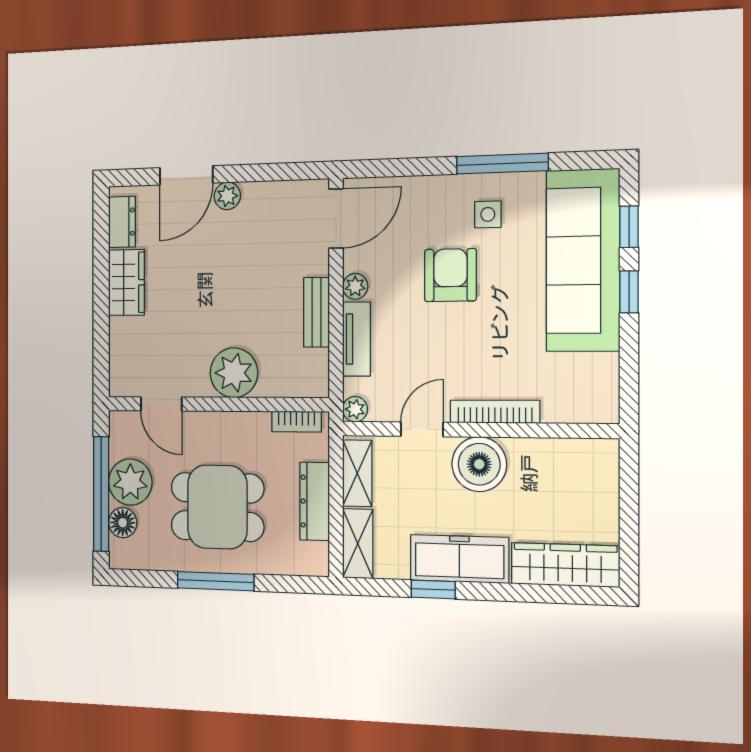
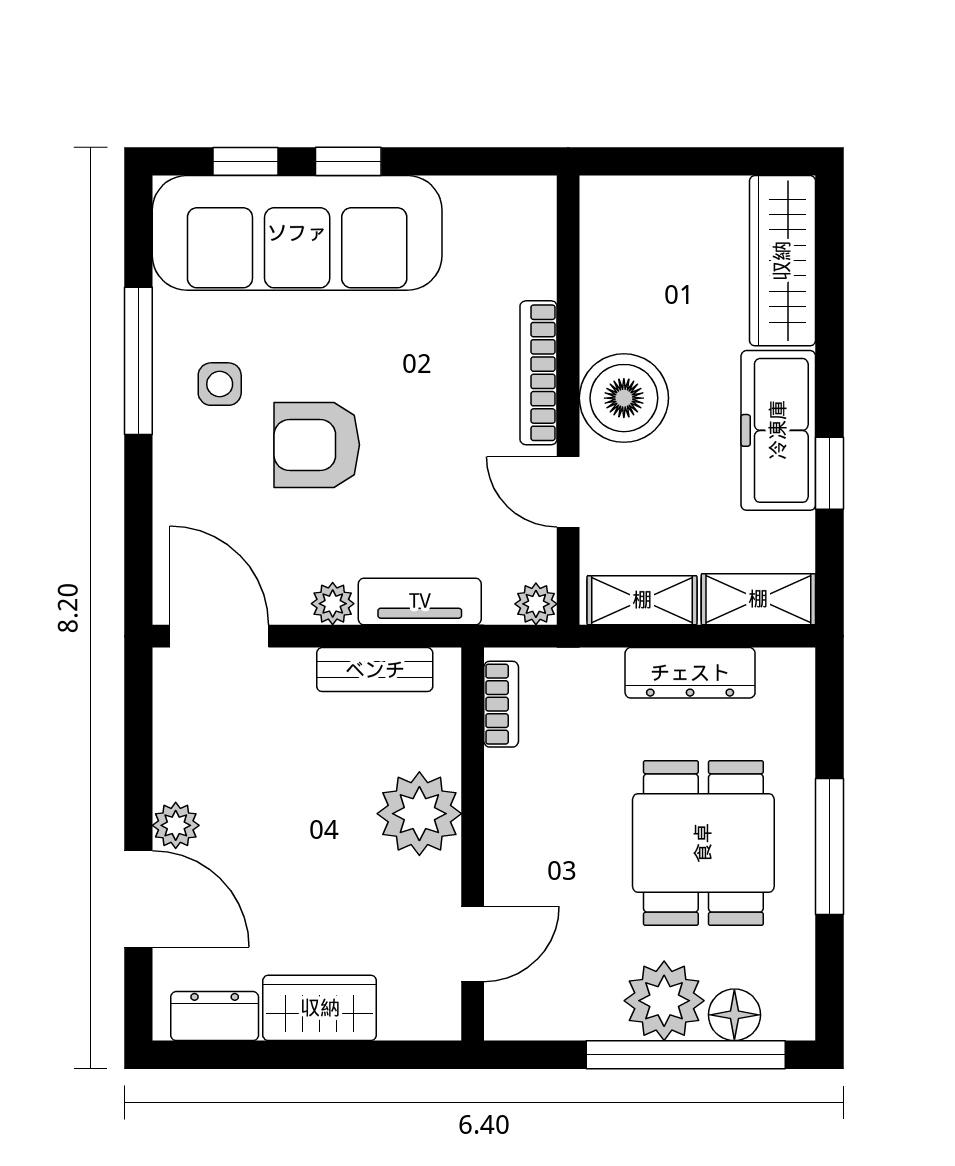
plant: (234, 373) -> (419, 814), moved
door: (161, 404) -> (473, 944), moved
wall: (217, 404) -> (473, 844), moved
bookcase: (296, 422) -> (501, 704), moved

